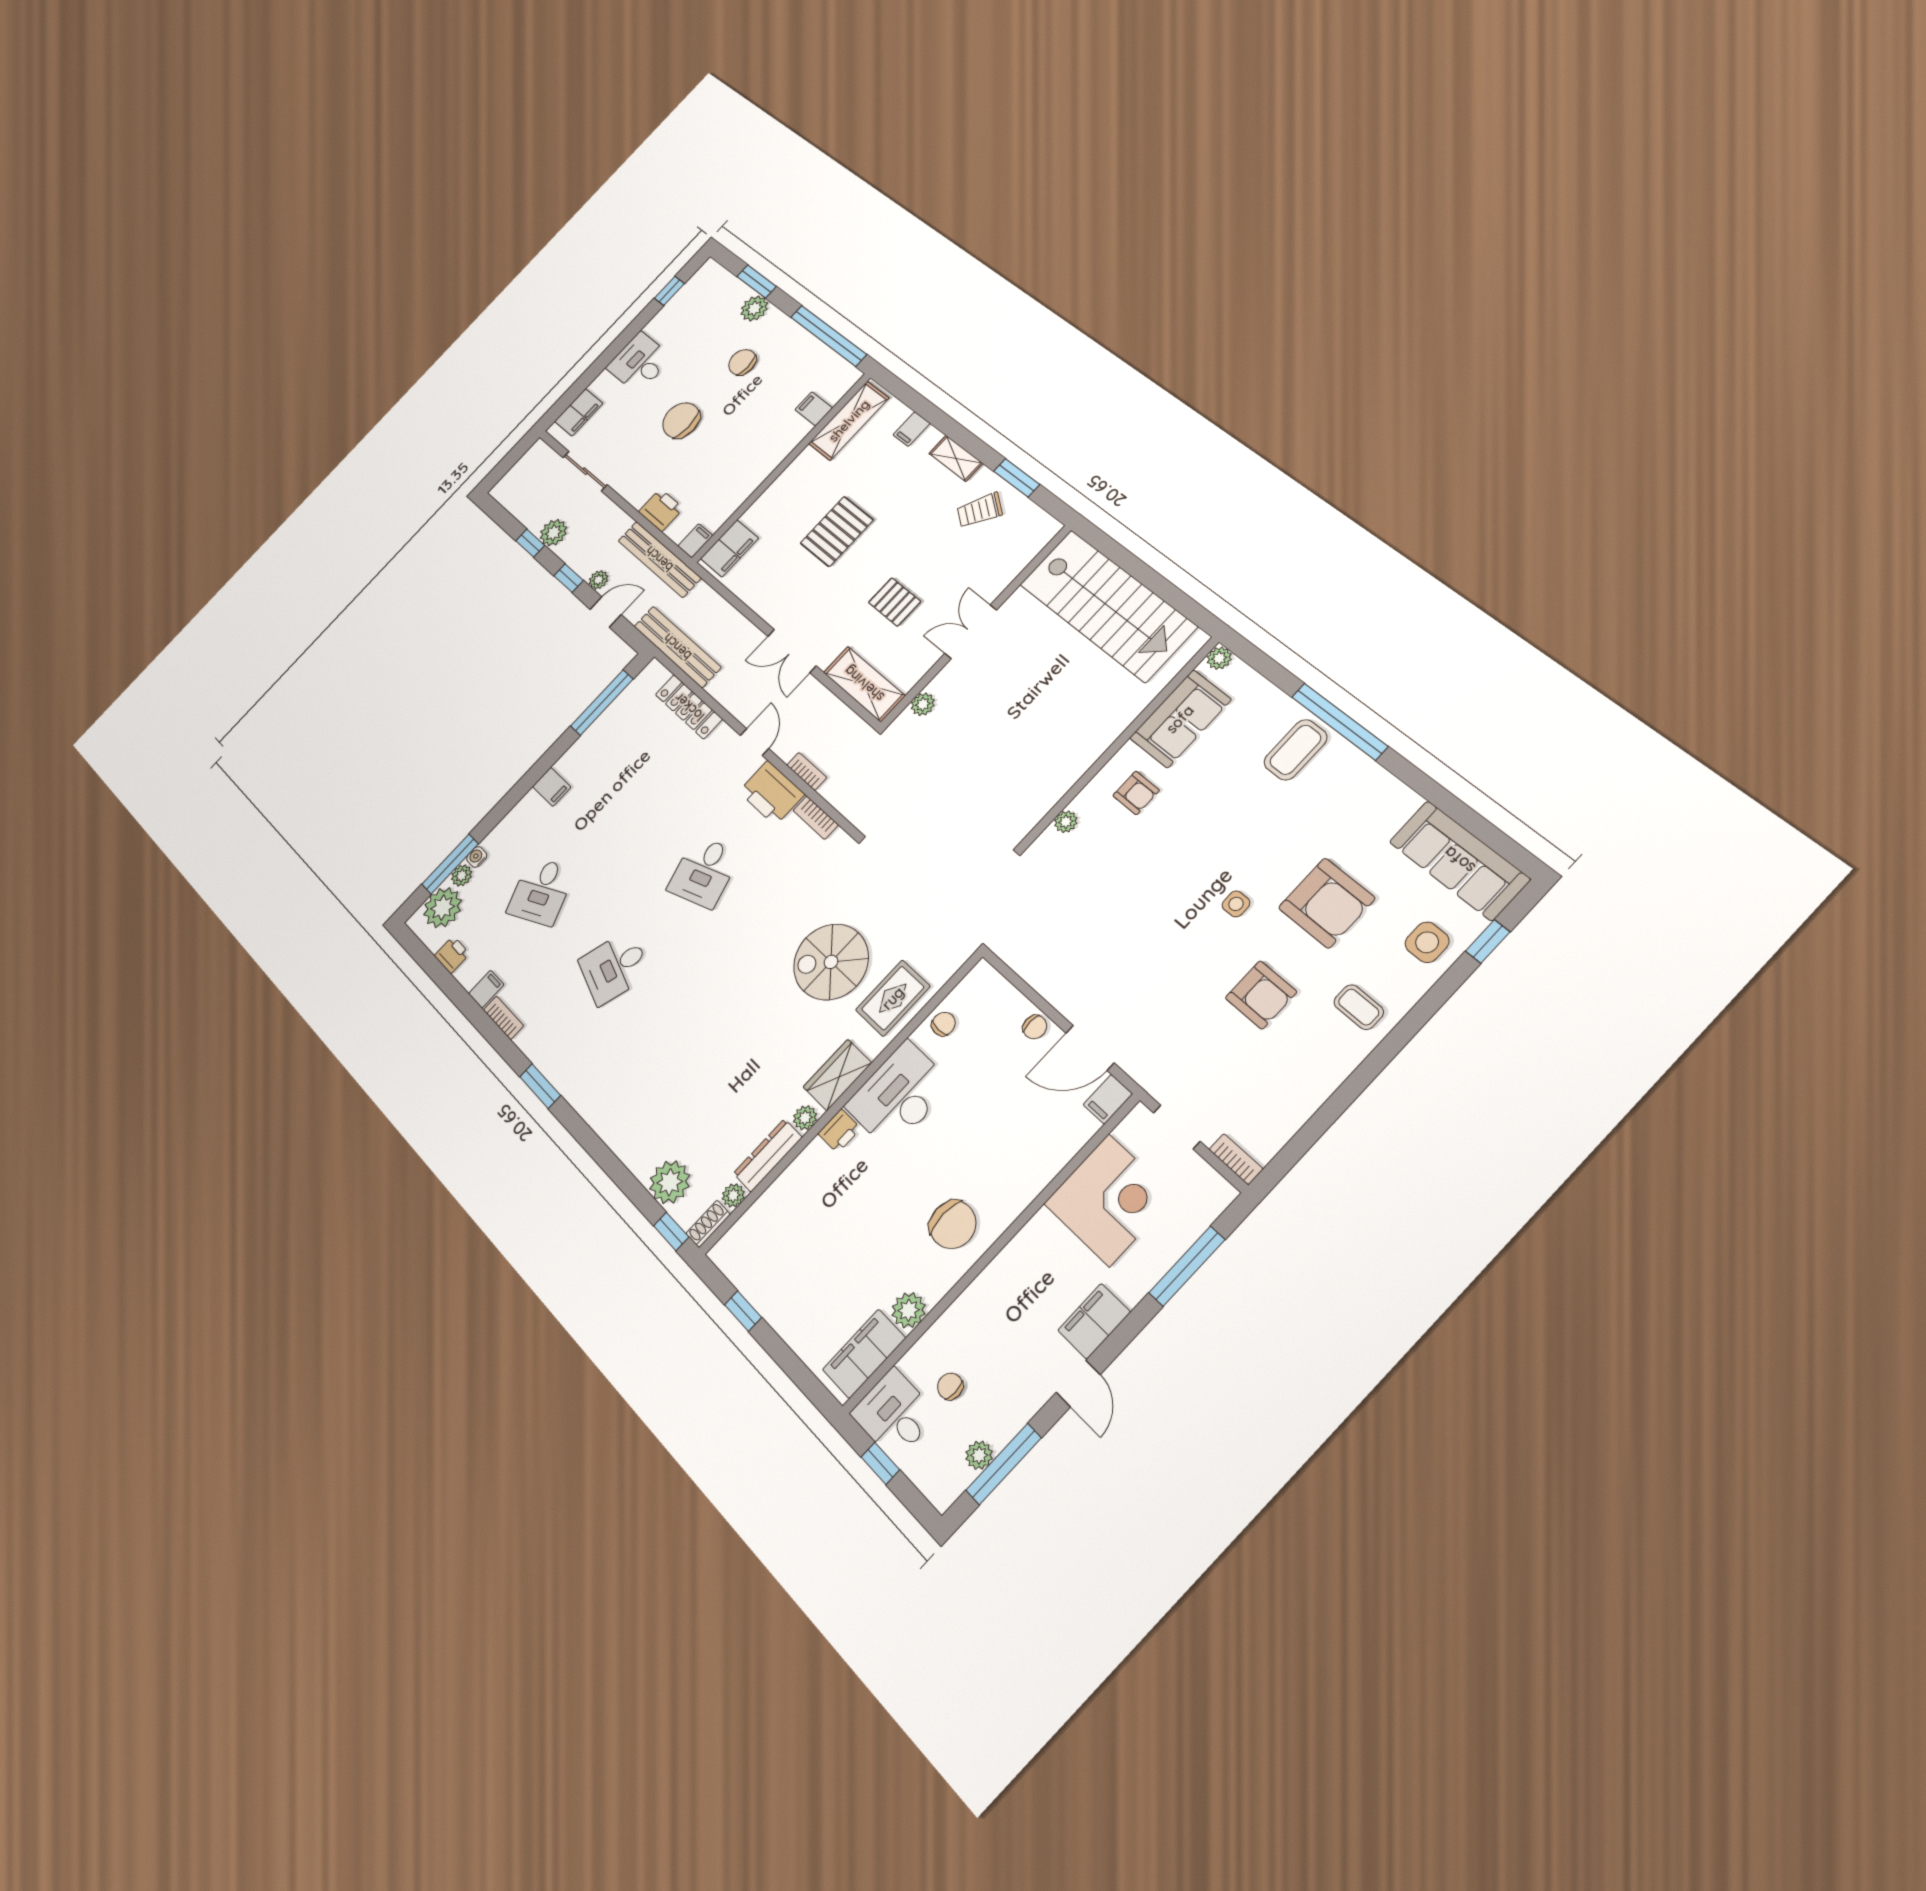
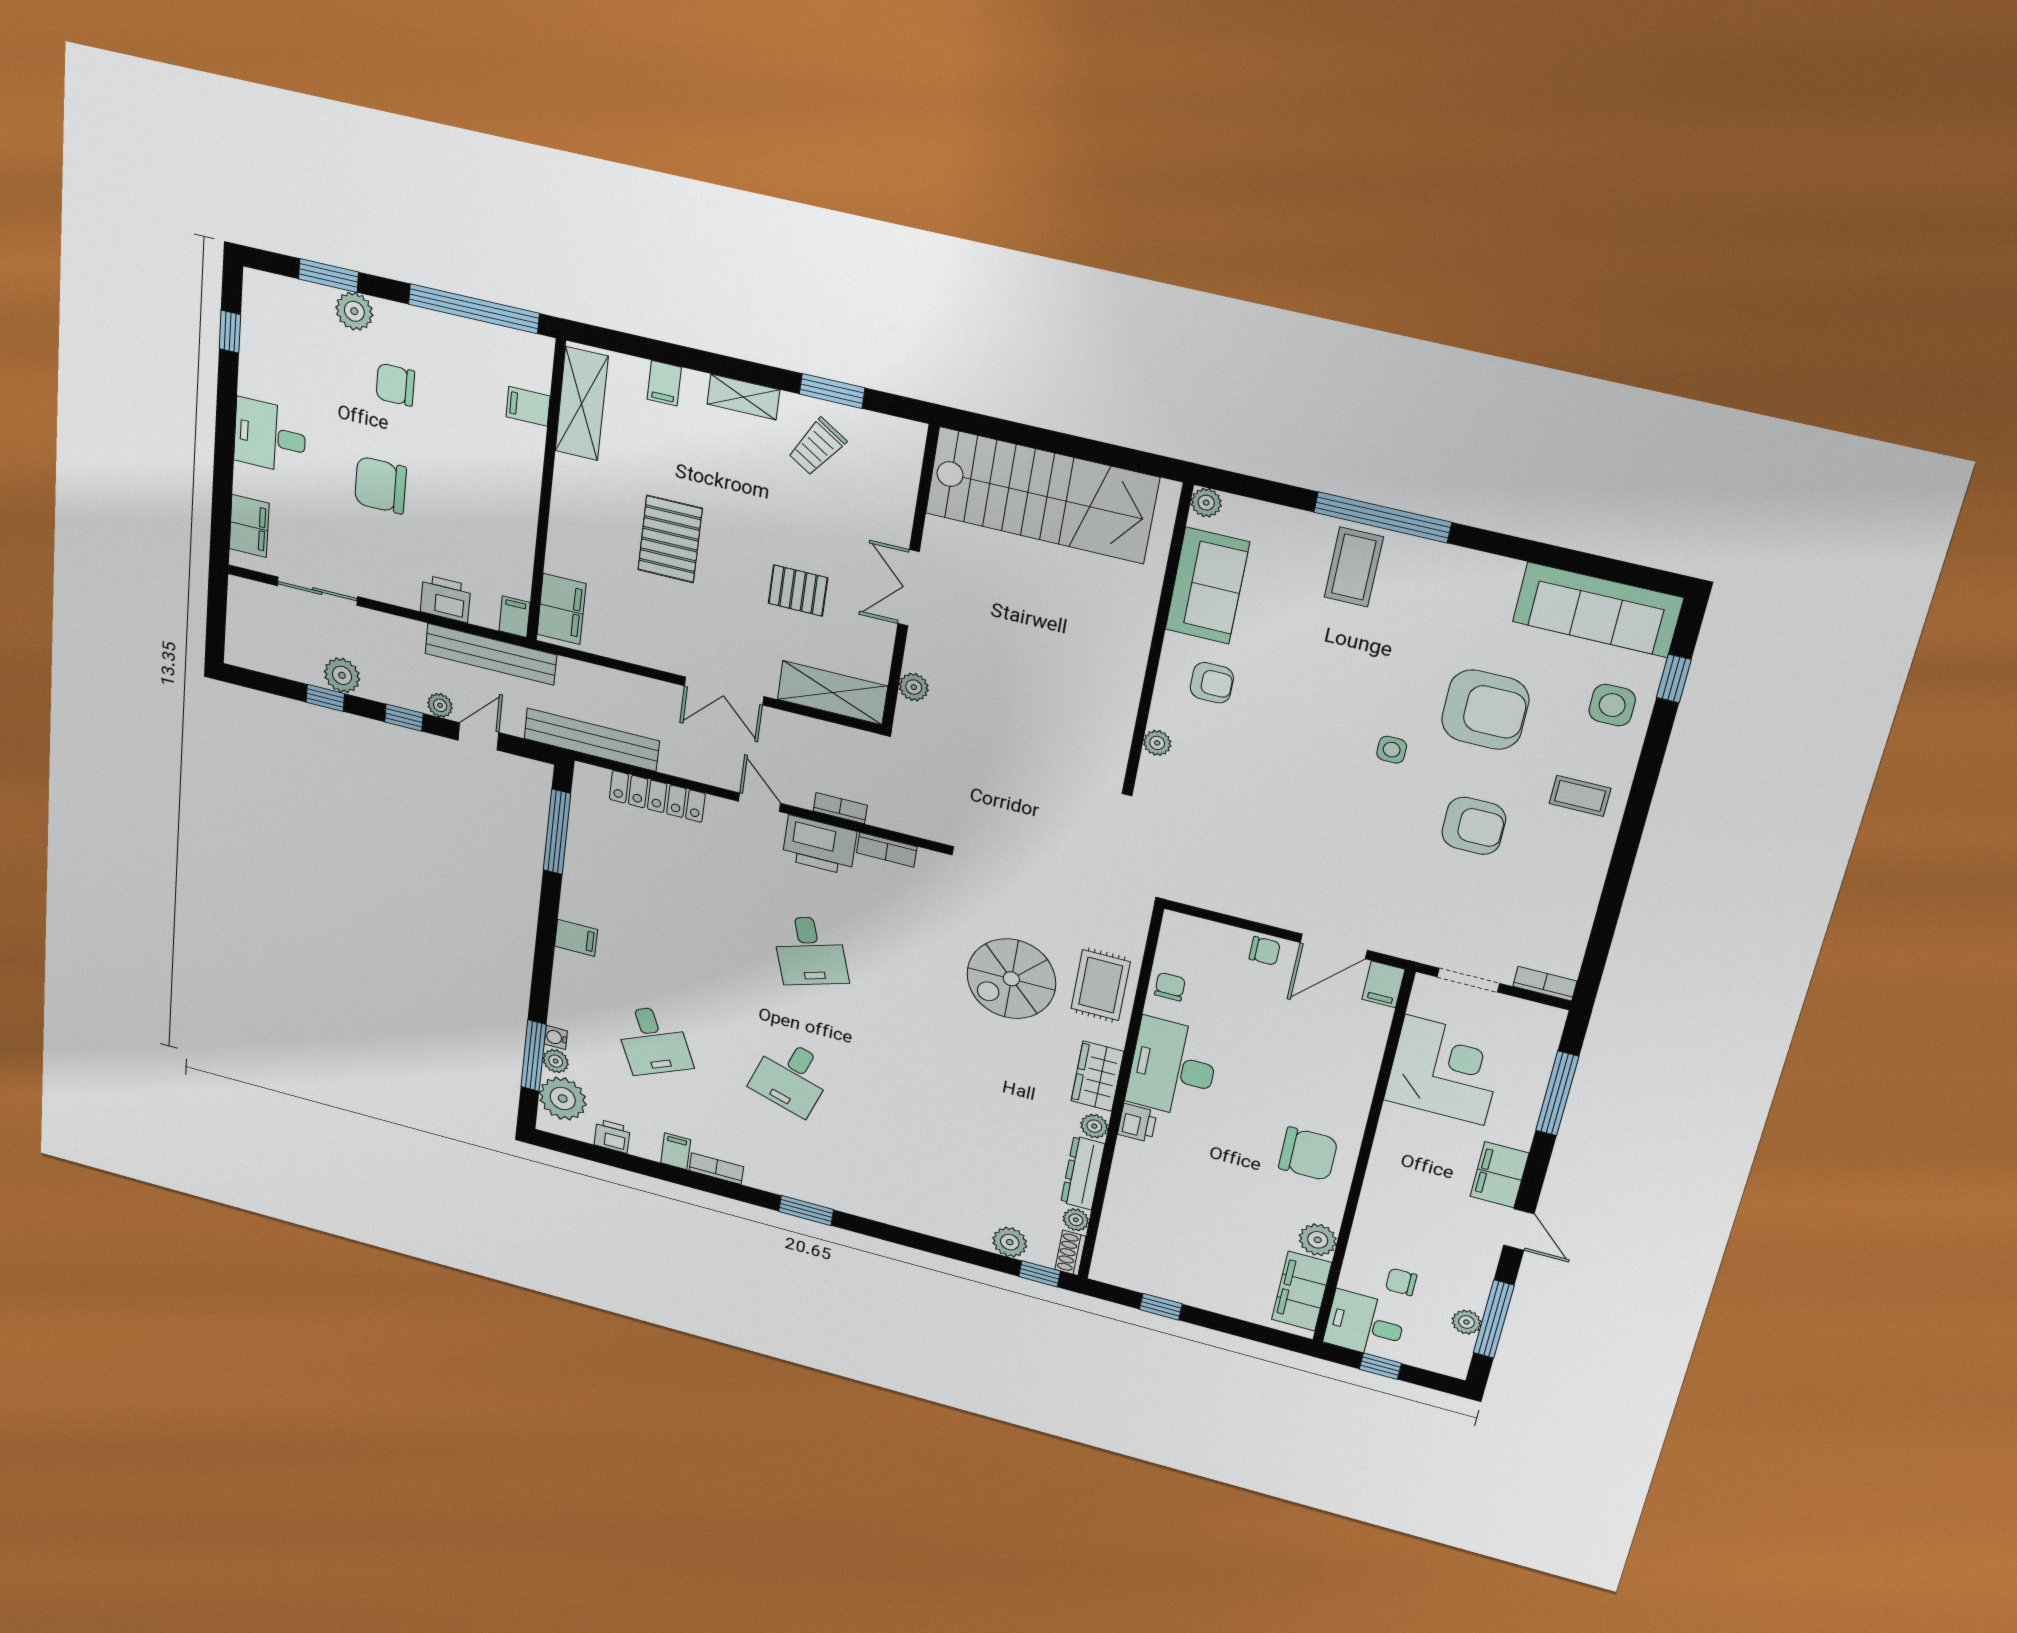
plant: (670, 1182) -> (1010, 1242), width x0.73, depth x0.73

